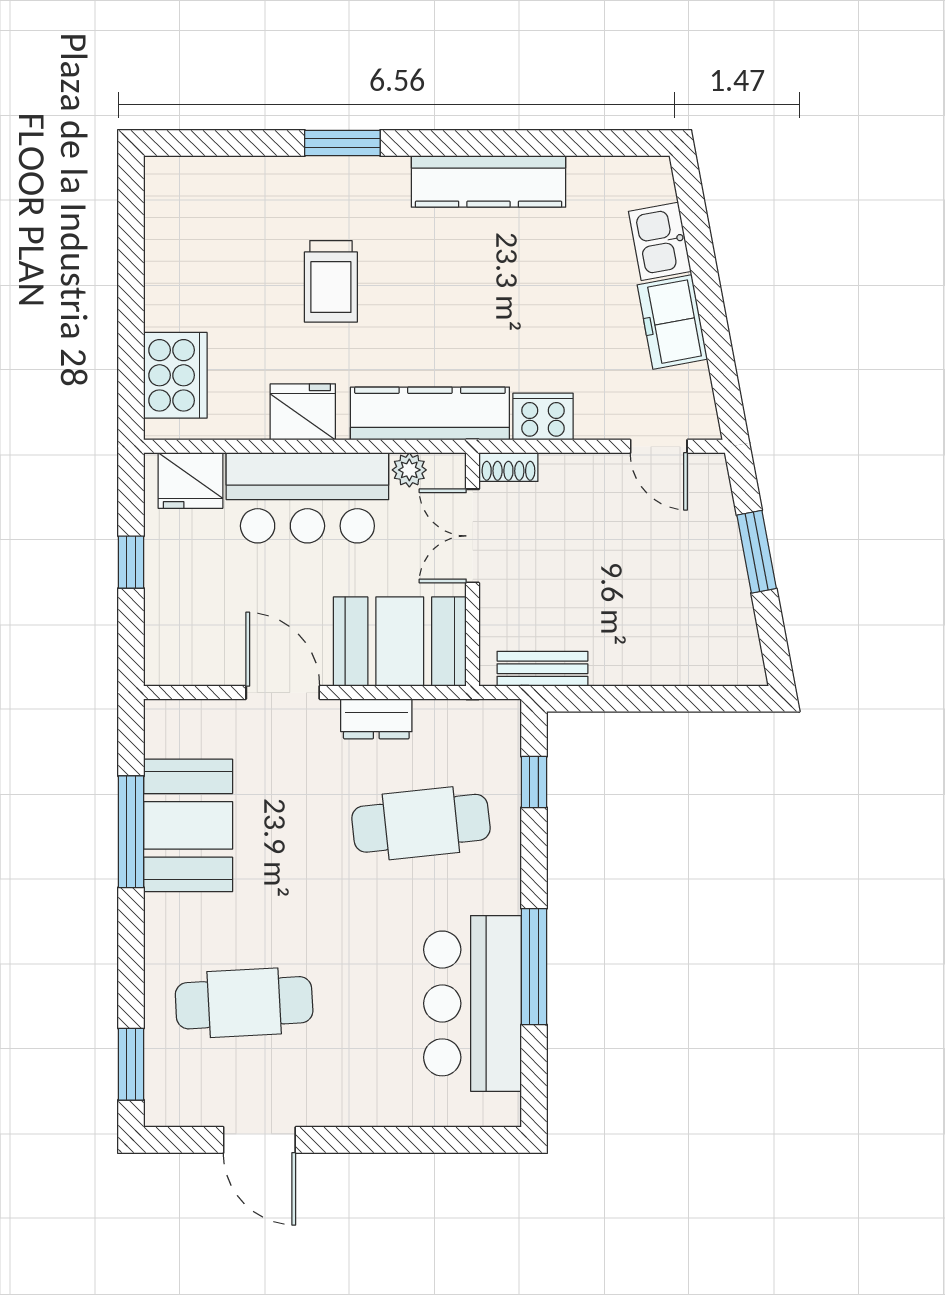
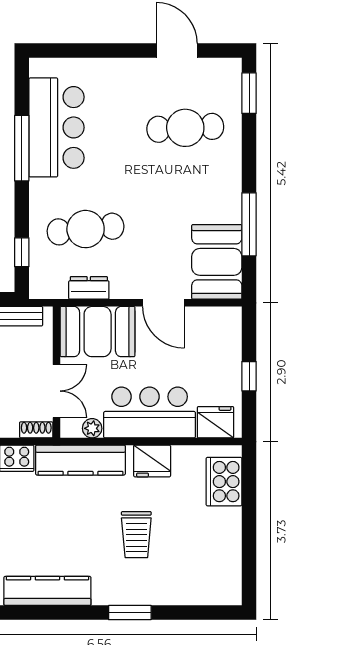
trolley: (331, 281) -> (136, 535), turned 180
dresser: (376, 719) -> (89, 288), moved
booth: (188, 825) -> (217, 262), moved

